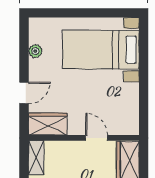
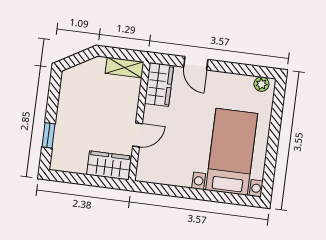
plant: (35, 51) -> (261, 84), moved

